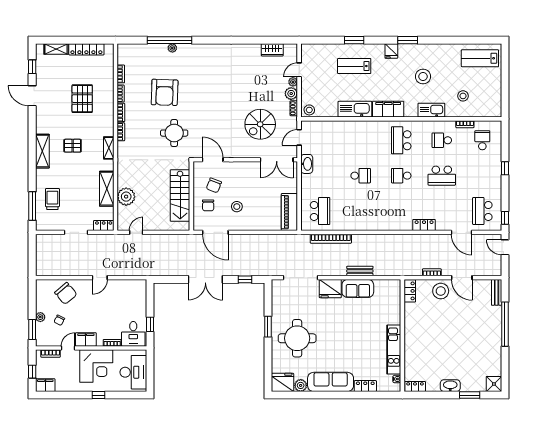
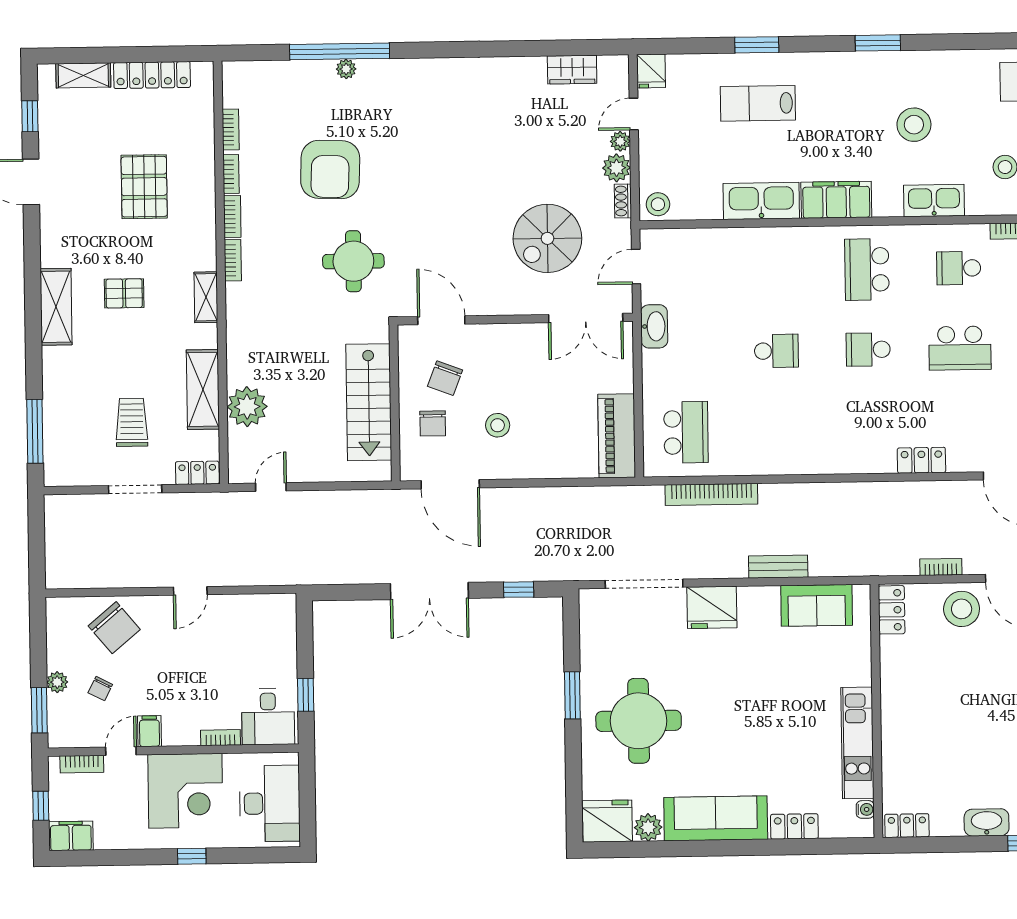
fridge: (391, 51) -> (651, 71), moved
trolley: (52, 199) -> (132, 422), moved
sofa: (358, 288) -> (817, 605), moved
filing cabinet: (86, 339) -> (149, 731), width x0.50

